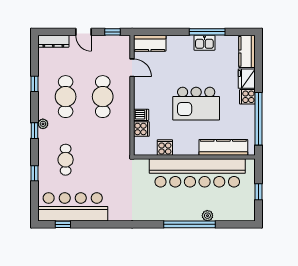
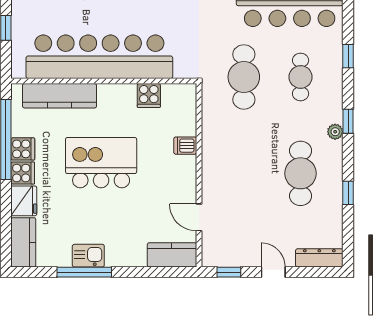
cafe table: (103, 97) -> (244, 77), moved
cooker: (141, 129) -> (23, 149), moved, turned 180

